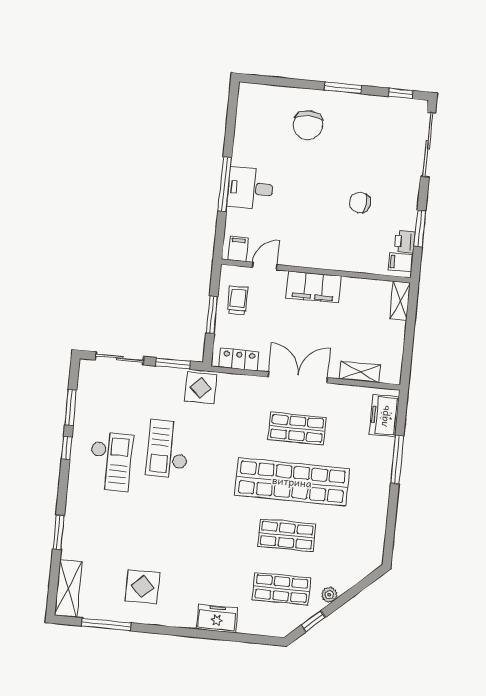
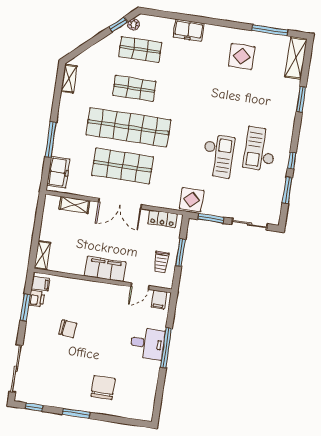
shop shelf: (297, 428) -> (123, 166), width x1.43, depth x1.36
shelving: (376, 544) -> (69, 79), added
plant: (329, 595) -> (134, 25), moved

